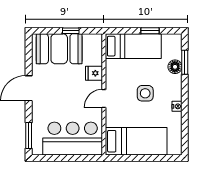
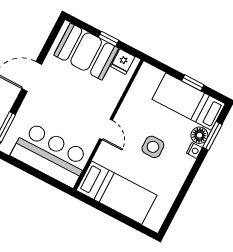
bed: (133, 46) -> (189, 102), moved, turned 180
fridge: (94, 73) -> (123, 62), moved, turned -90
door: (104, 99) -> (106, 129), swing flipped
nightstand: (177, 106) -> (194, 150), moved

